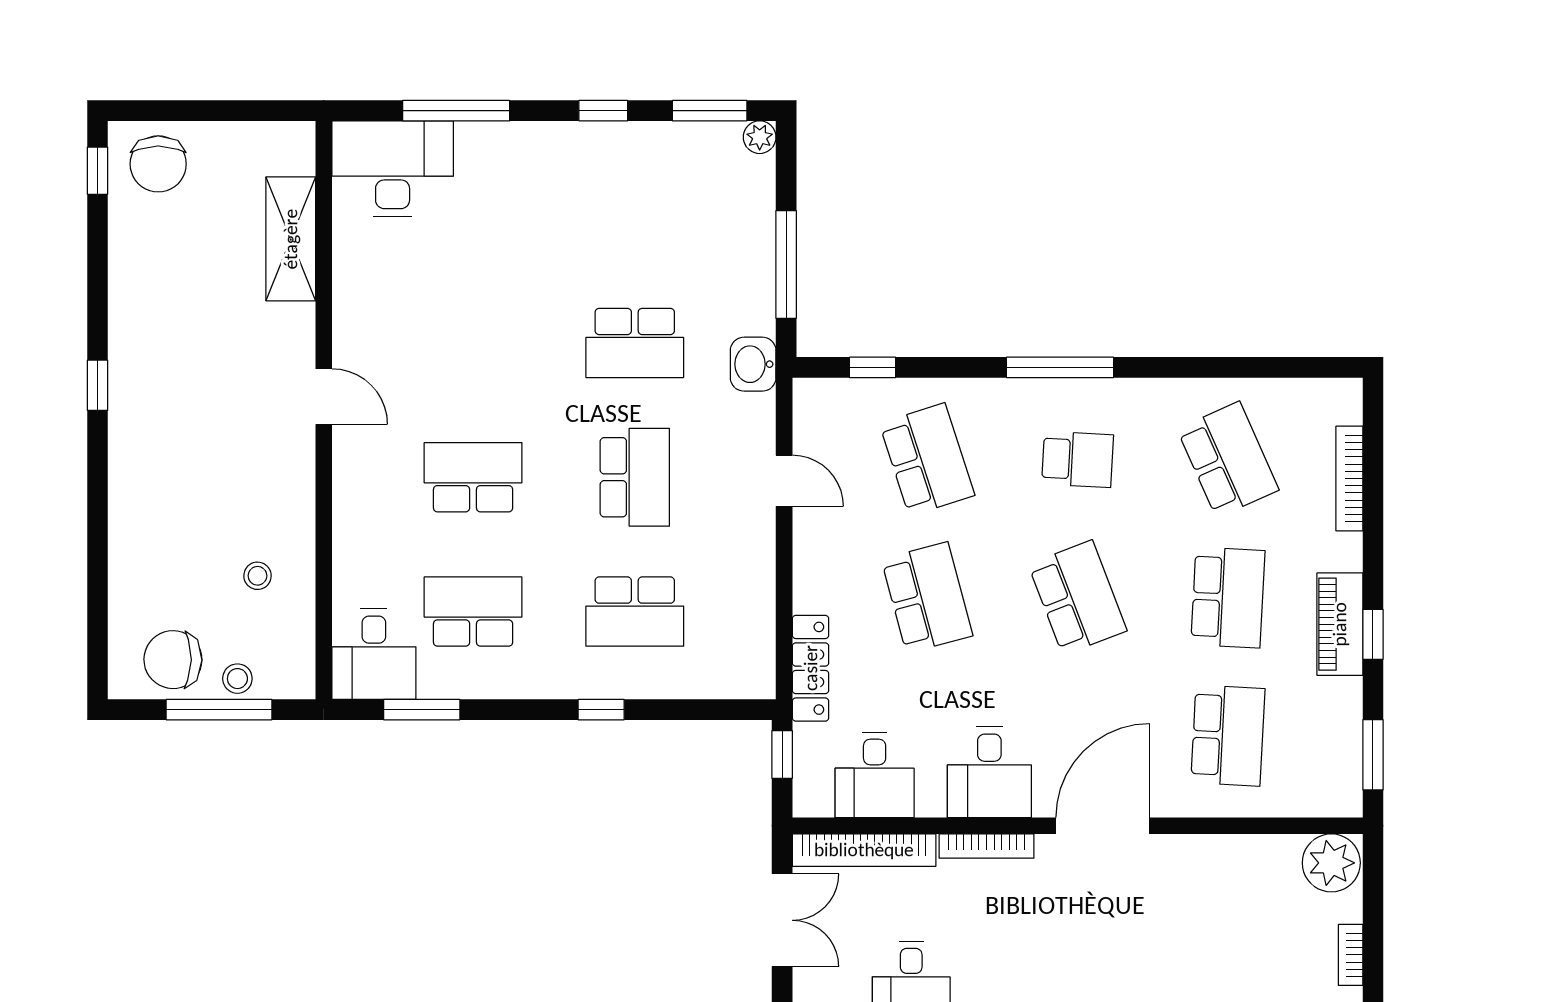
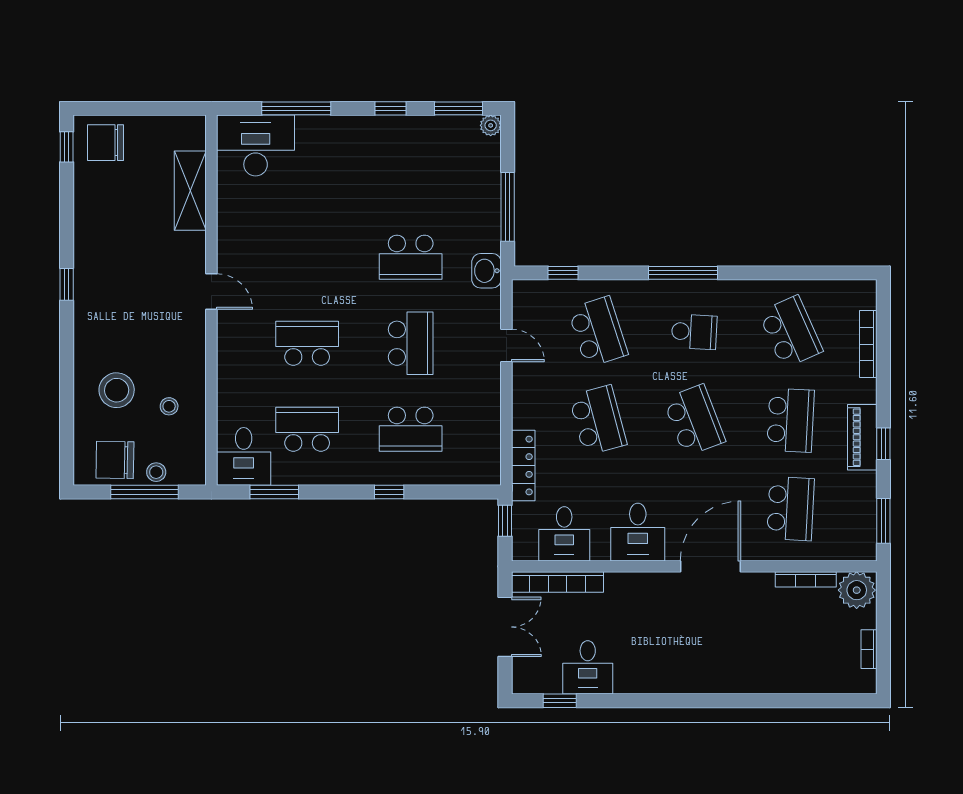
chair: (158, 164) -> (105, 143), turned 90
stool: (176, 551) -> (117, 390), added
bookcase: (986, 846) -> (806, 579), moved

